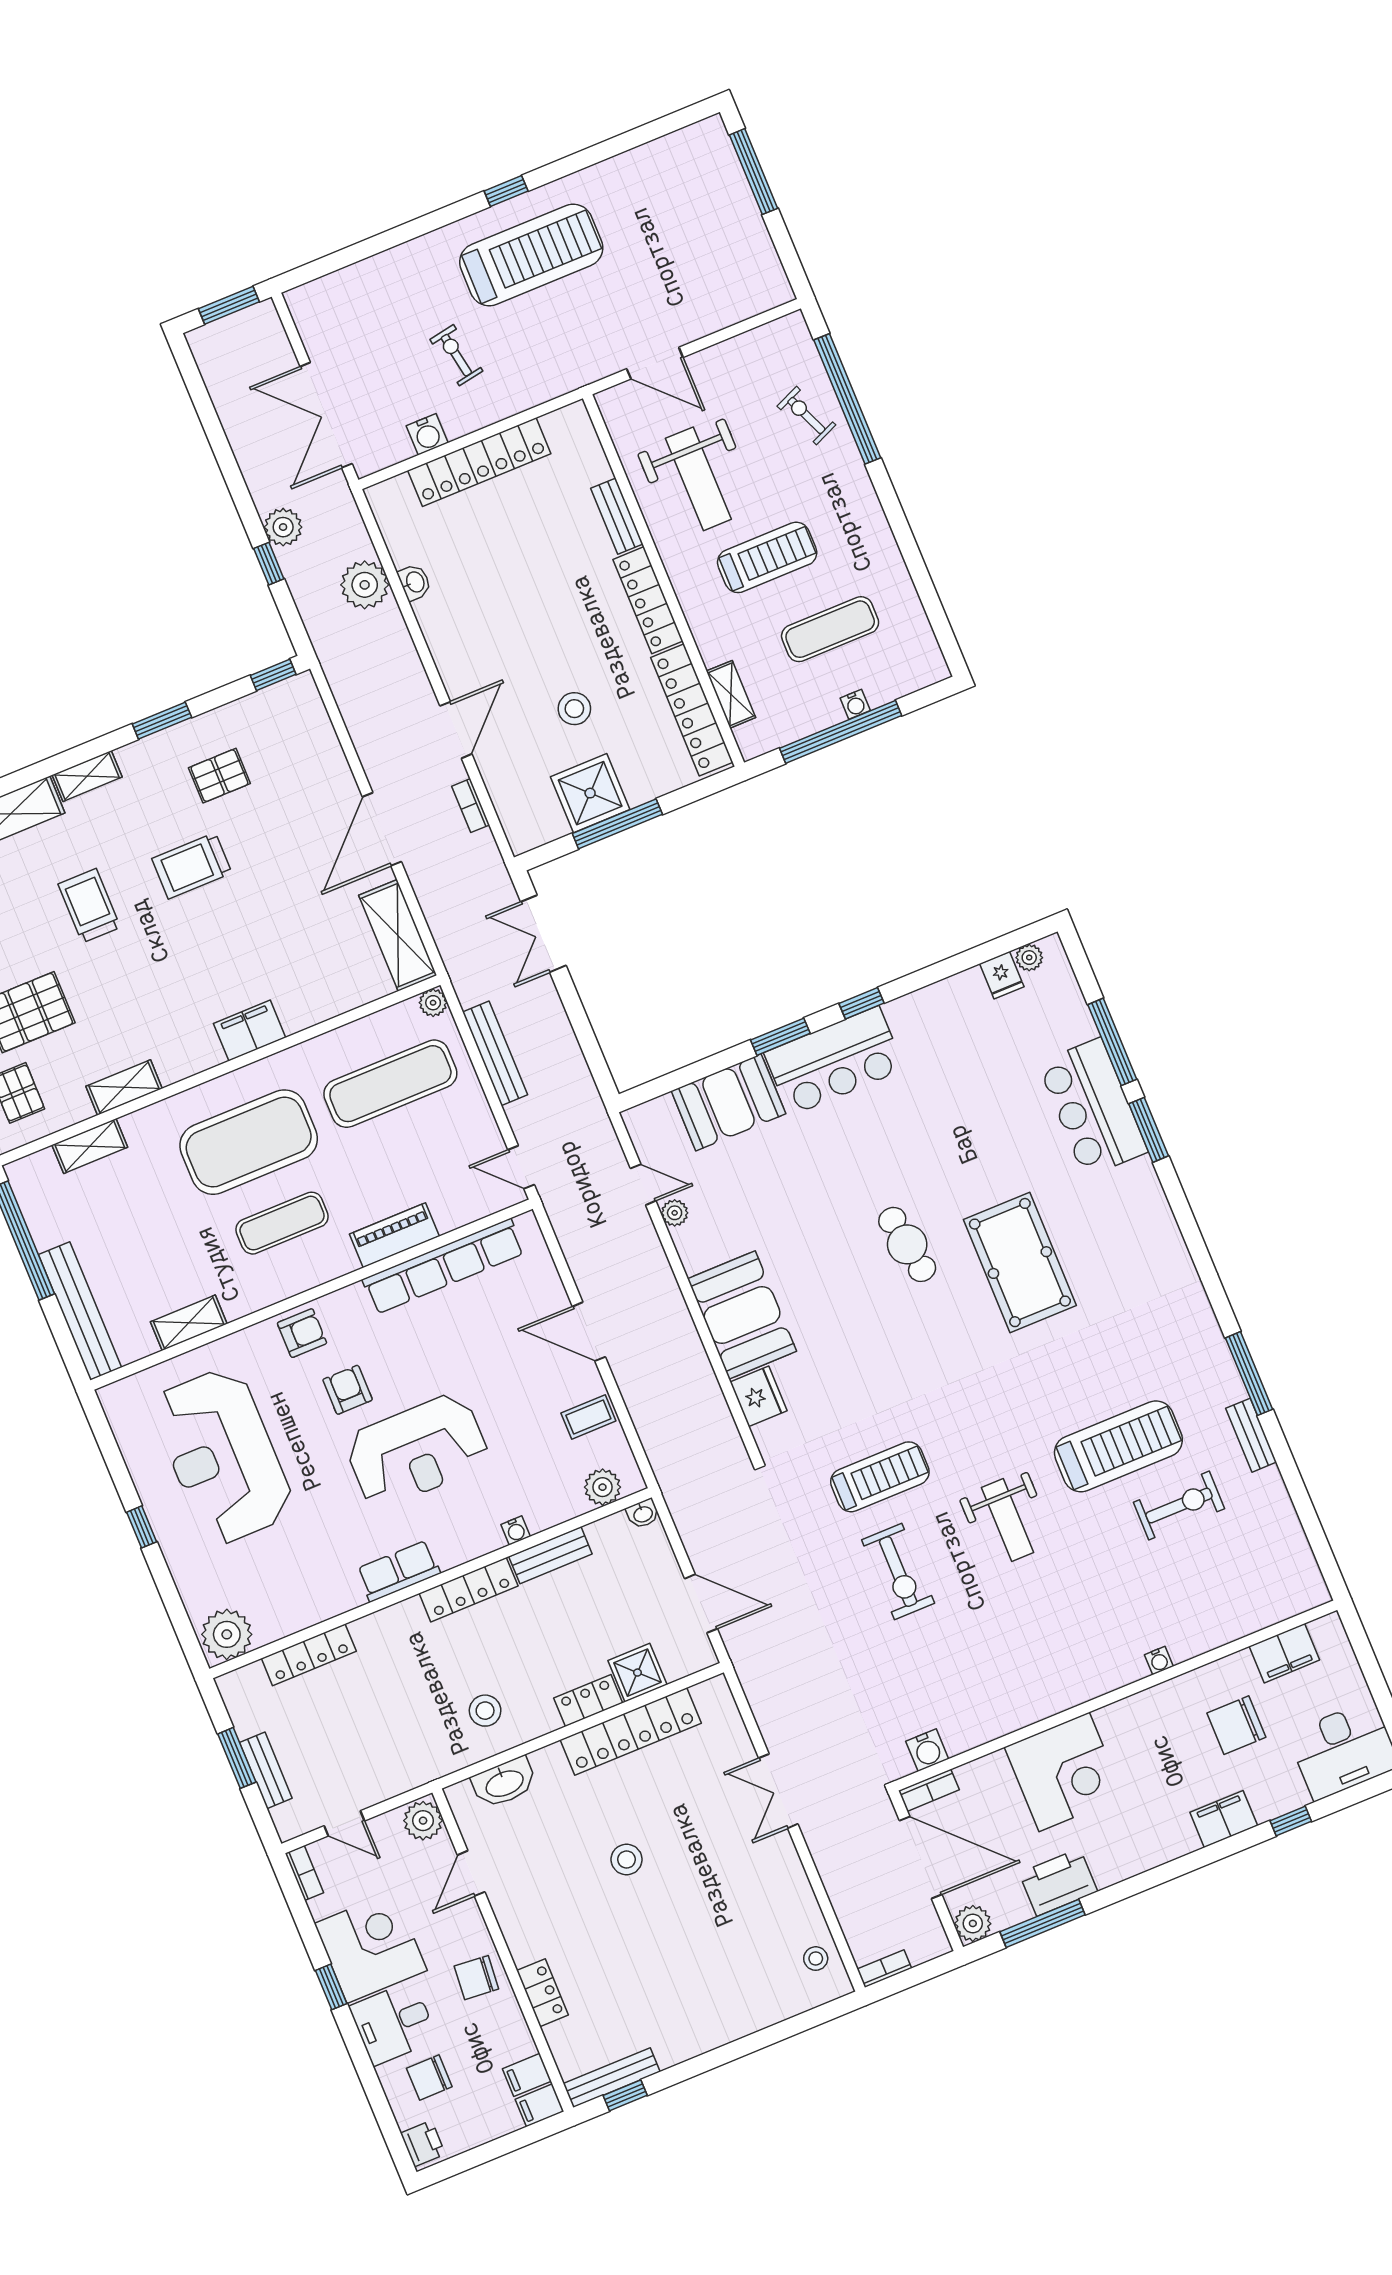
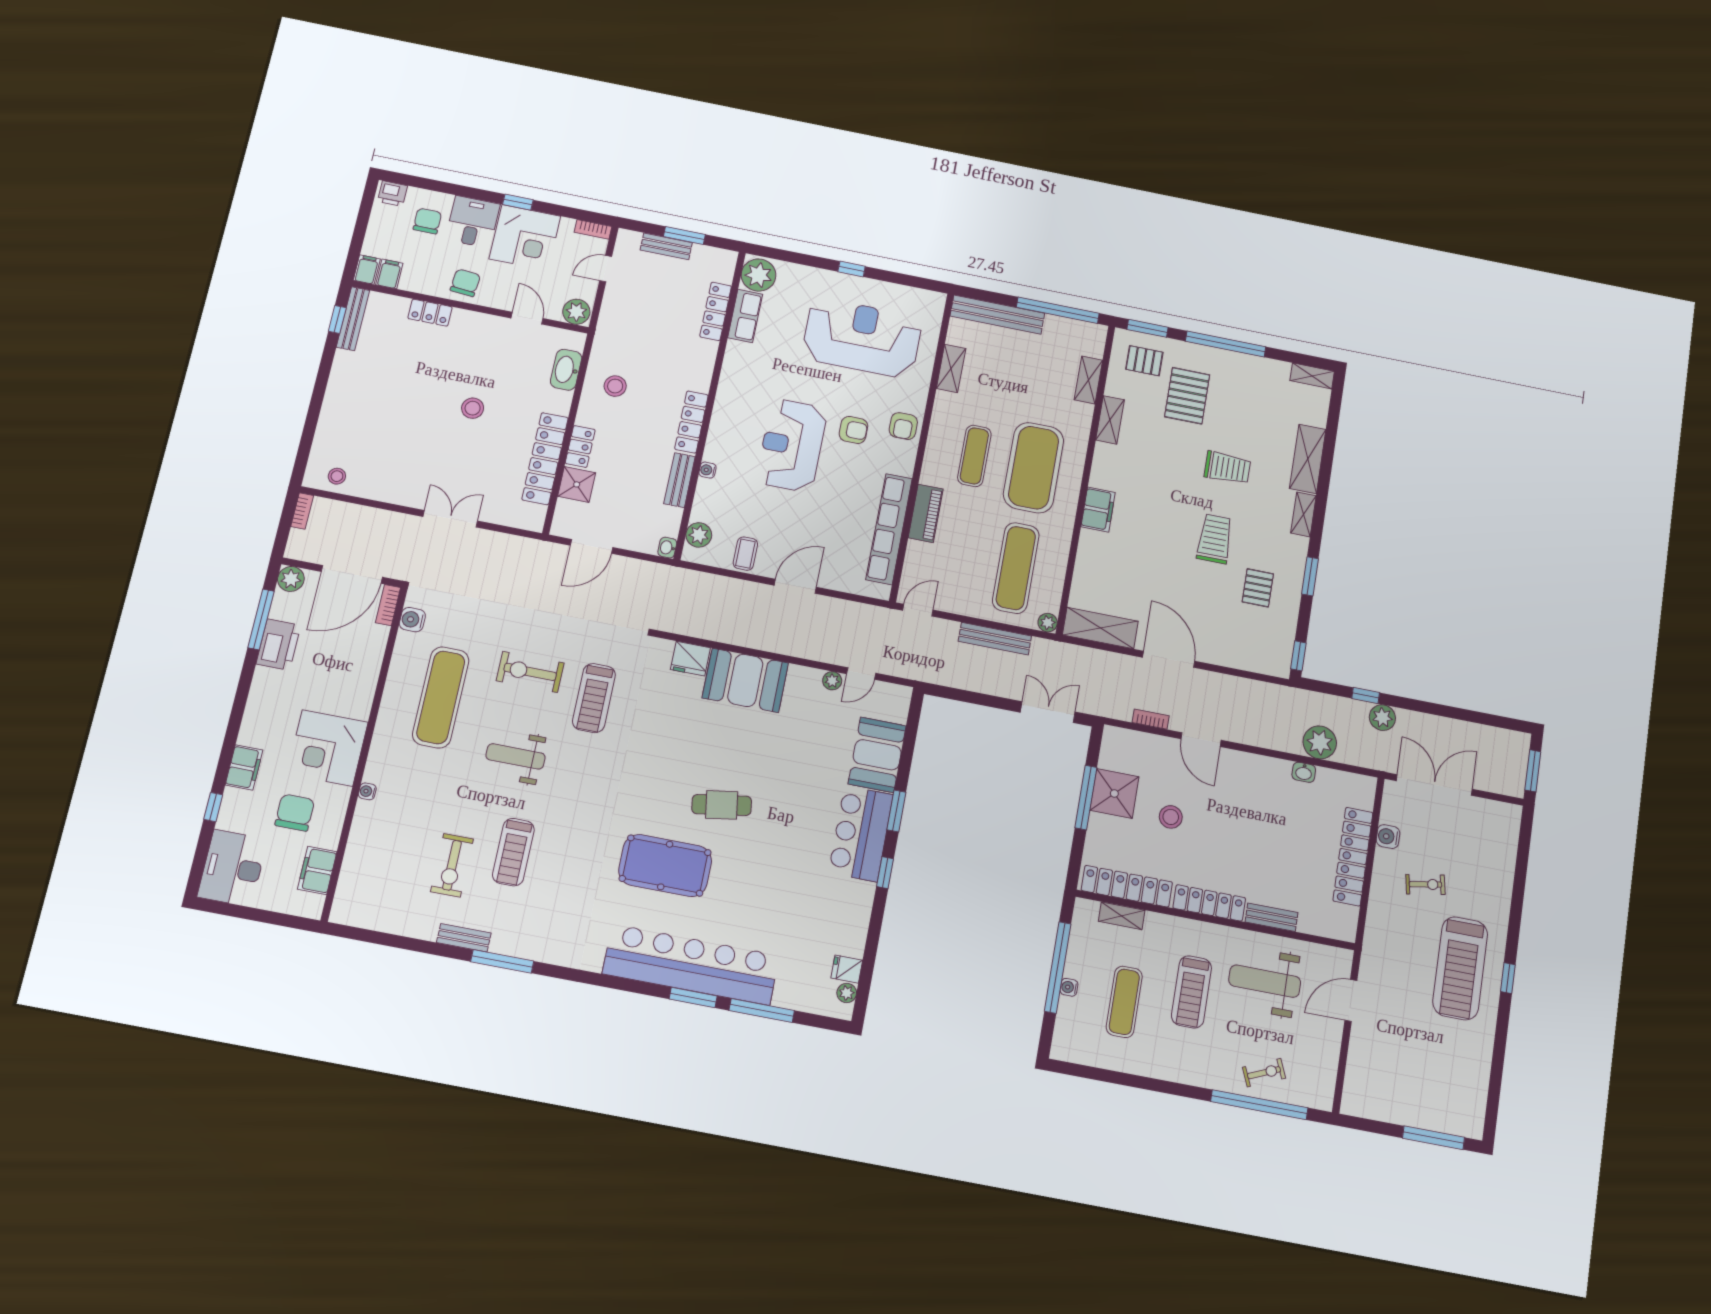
bar counter: (1093, 1107) -> (691, 965), width x1.86
treadmill: (1118, 1446) -> (513, 852), width x0.73, depth x0.73
row of seats: (398, 1571) -> (745, 316), moved
exercise mat: (996, 1654) -> (441, 697), added
corner desk: (1064, 1772) -> (327, 748), moved

